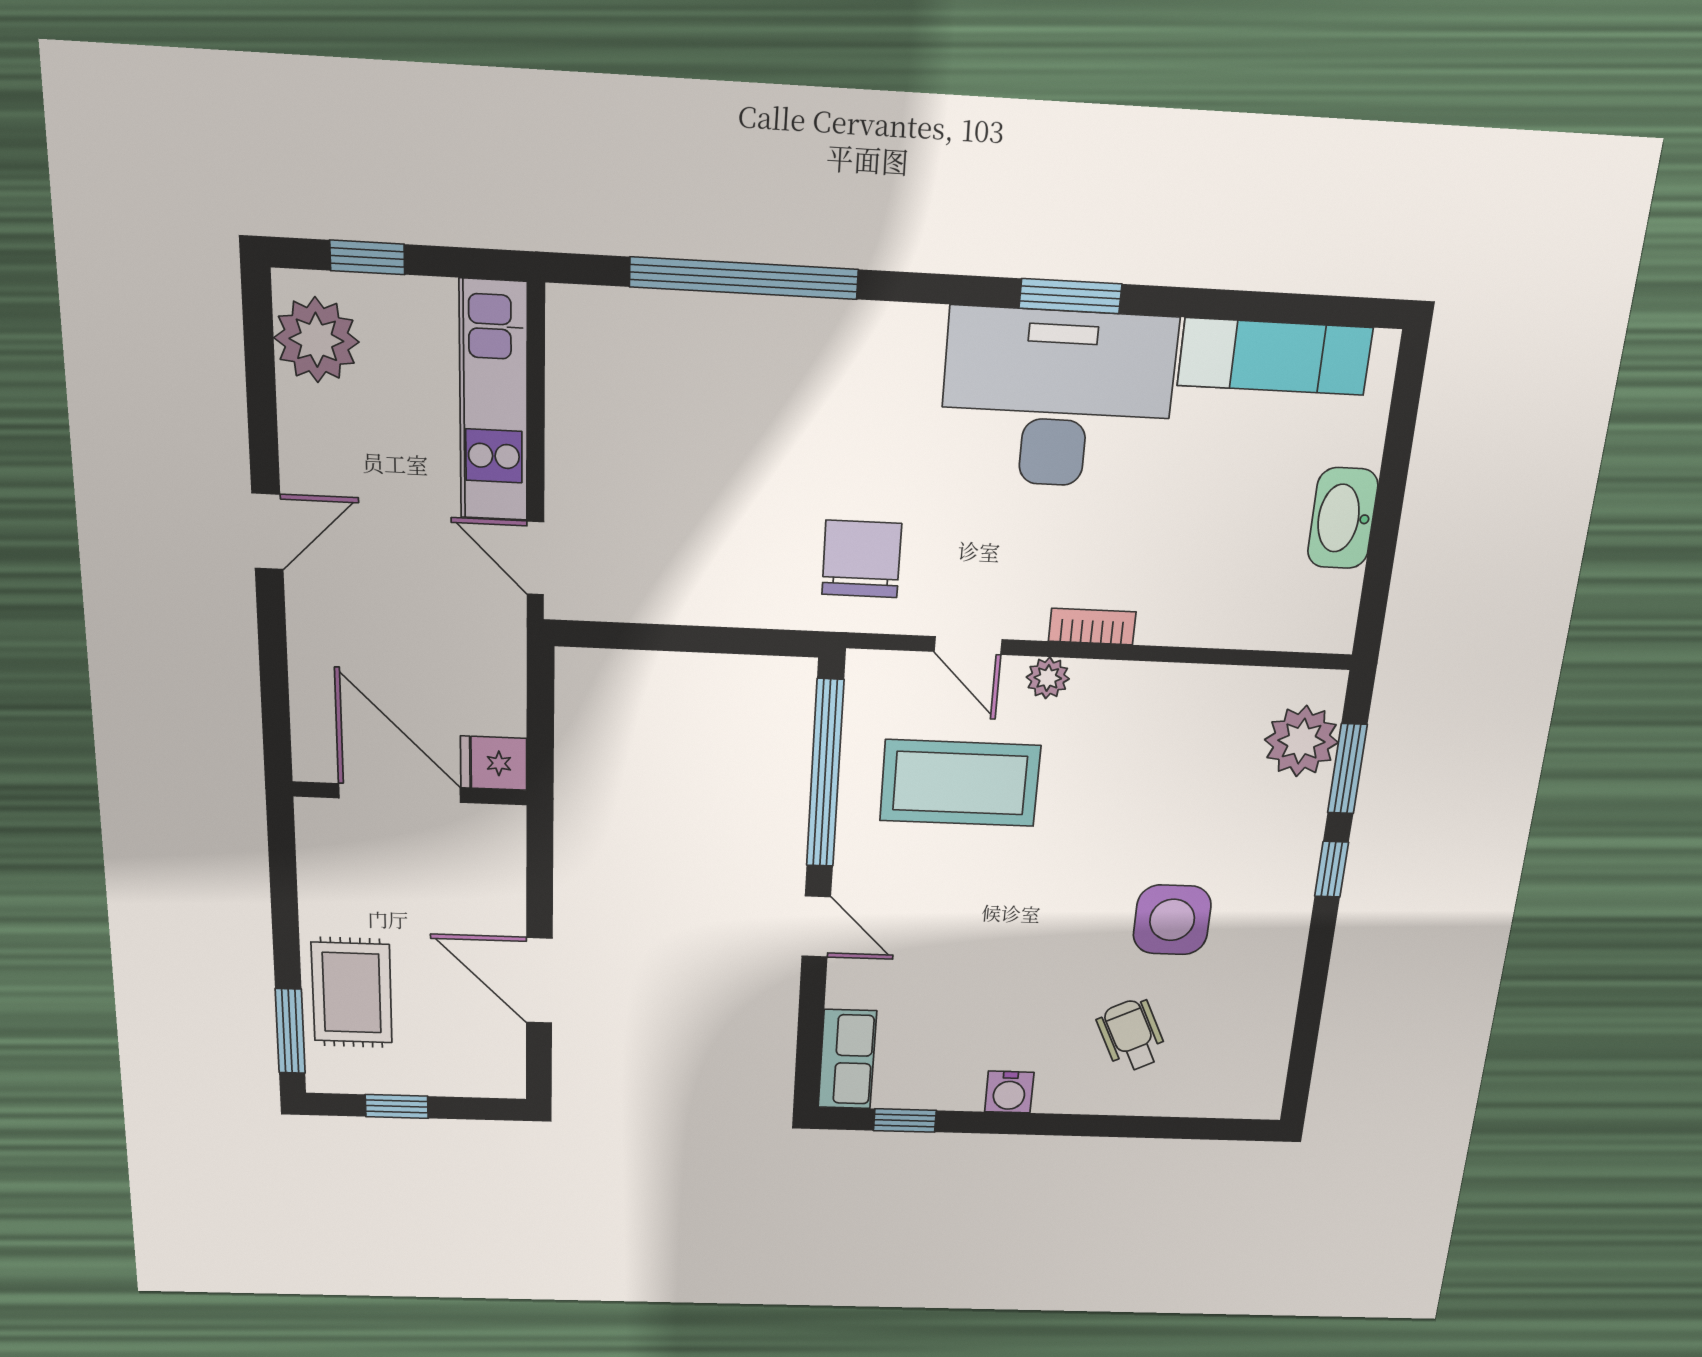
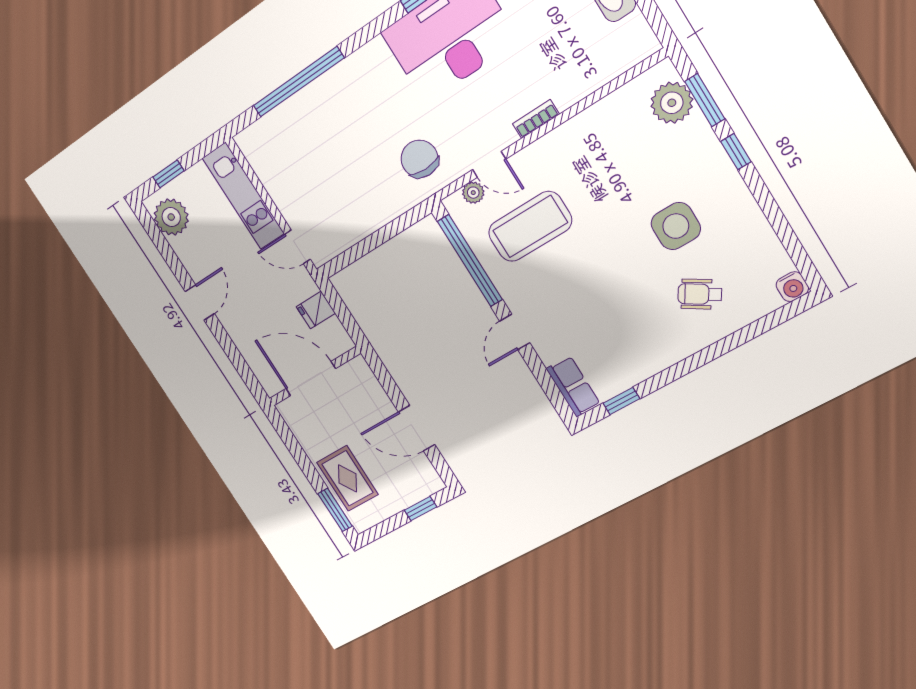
plant: (1048, 678) -> (473, 193), moved
fridge: (494, 763) -> (316, 310), moved
door: (816, 927) -> (515, 332), swing flipped
wheelchair: (1132, 1035) -> (700, 294), turned -32
water cooler: (1009, 1092) -> (792, 287), moved
window: (397, 1106) -> (421, 509), moved

